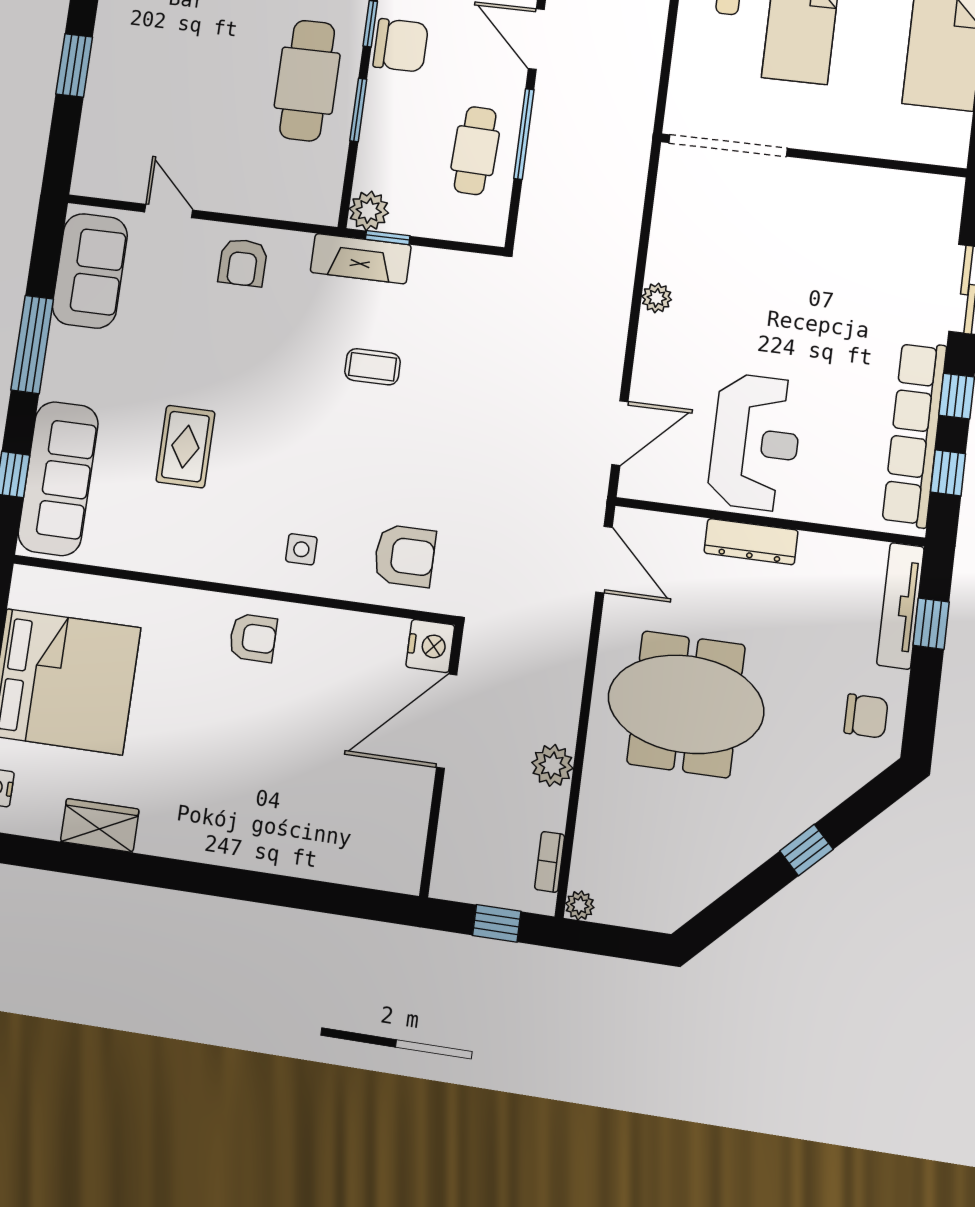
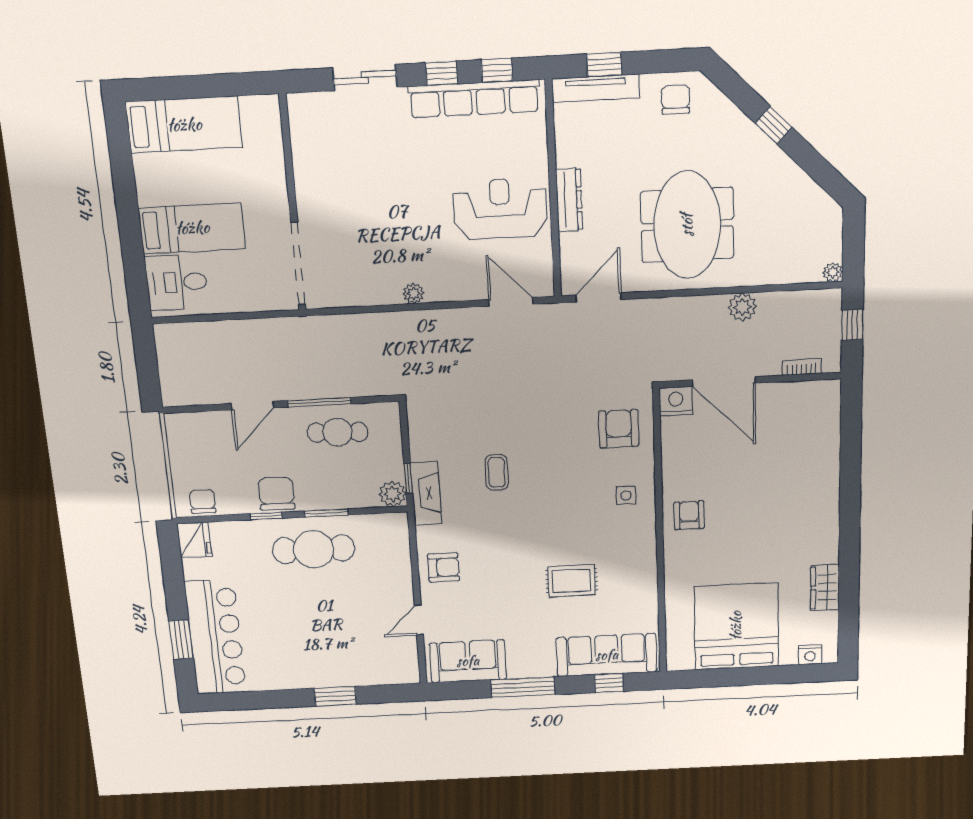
bookcase: (550, 862) -> (802, 367), moved, turned 180

